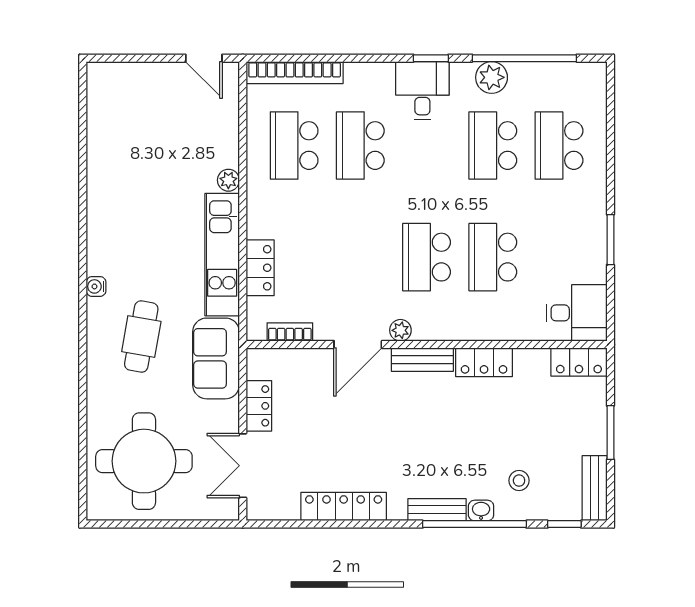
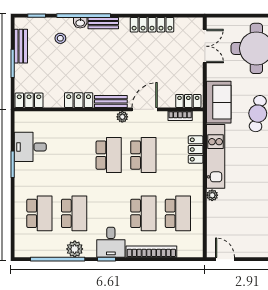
bookcase: (295, 73) -> (151, 252), moved
school desk: (493, 257) -> (143, 155), moved
desk: (577, 313) -> (30, 147), moved
locker: (259, 406) -> (188, 101), moved, turned 90
bench: (595, 488) -> (21, 46), moved

